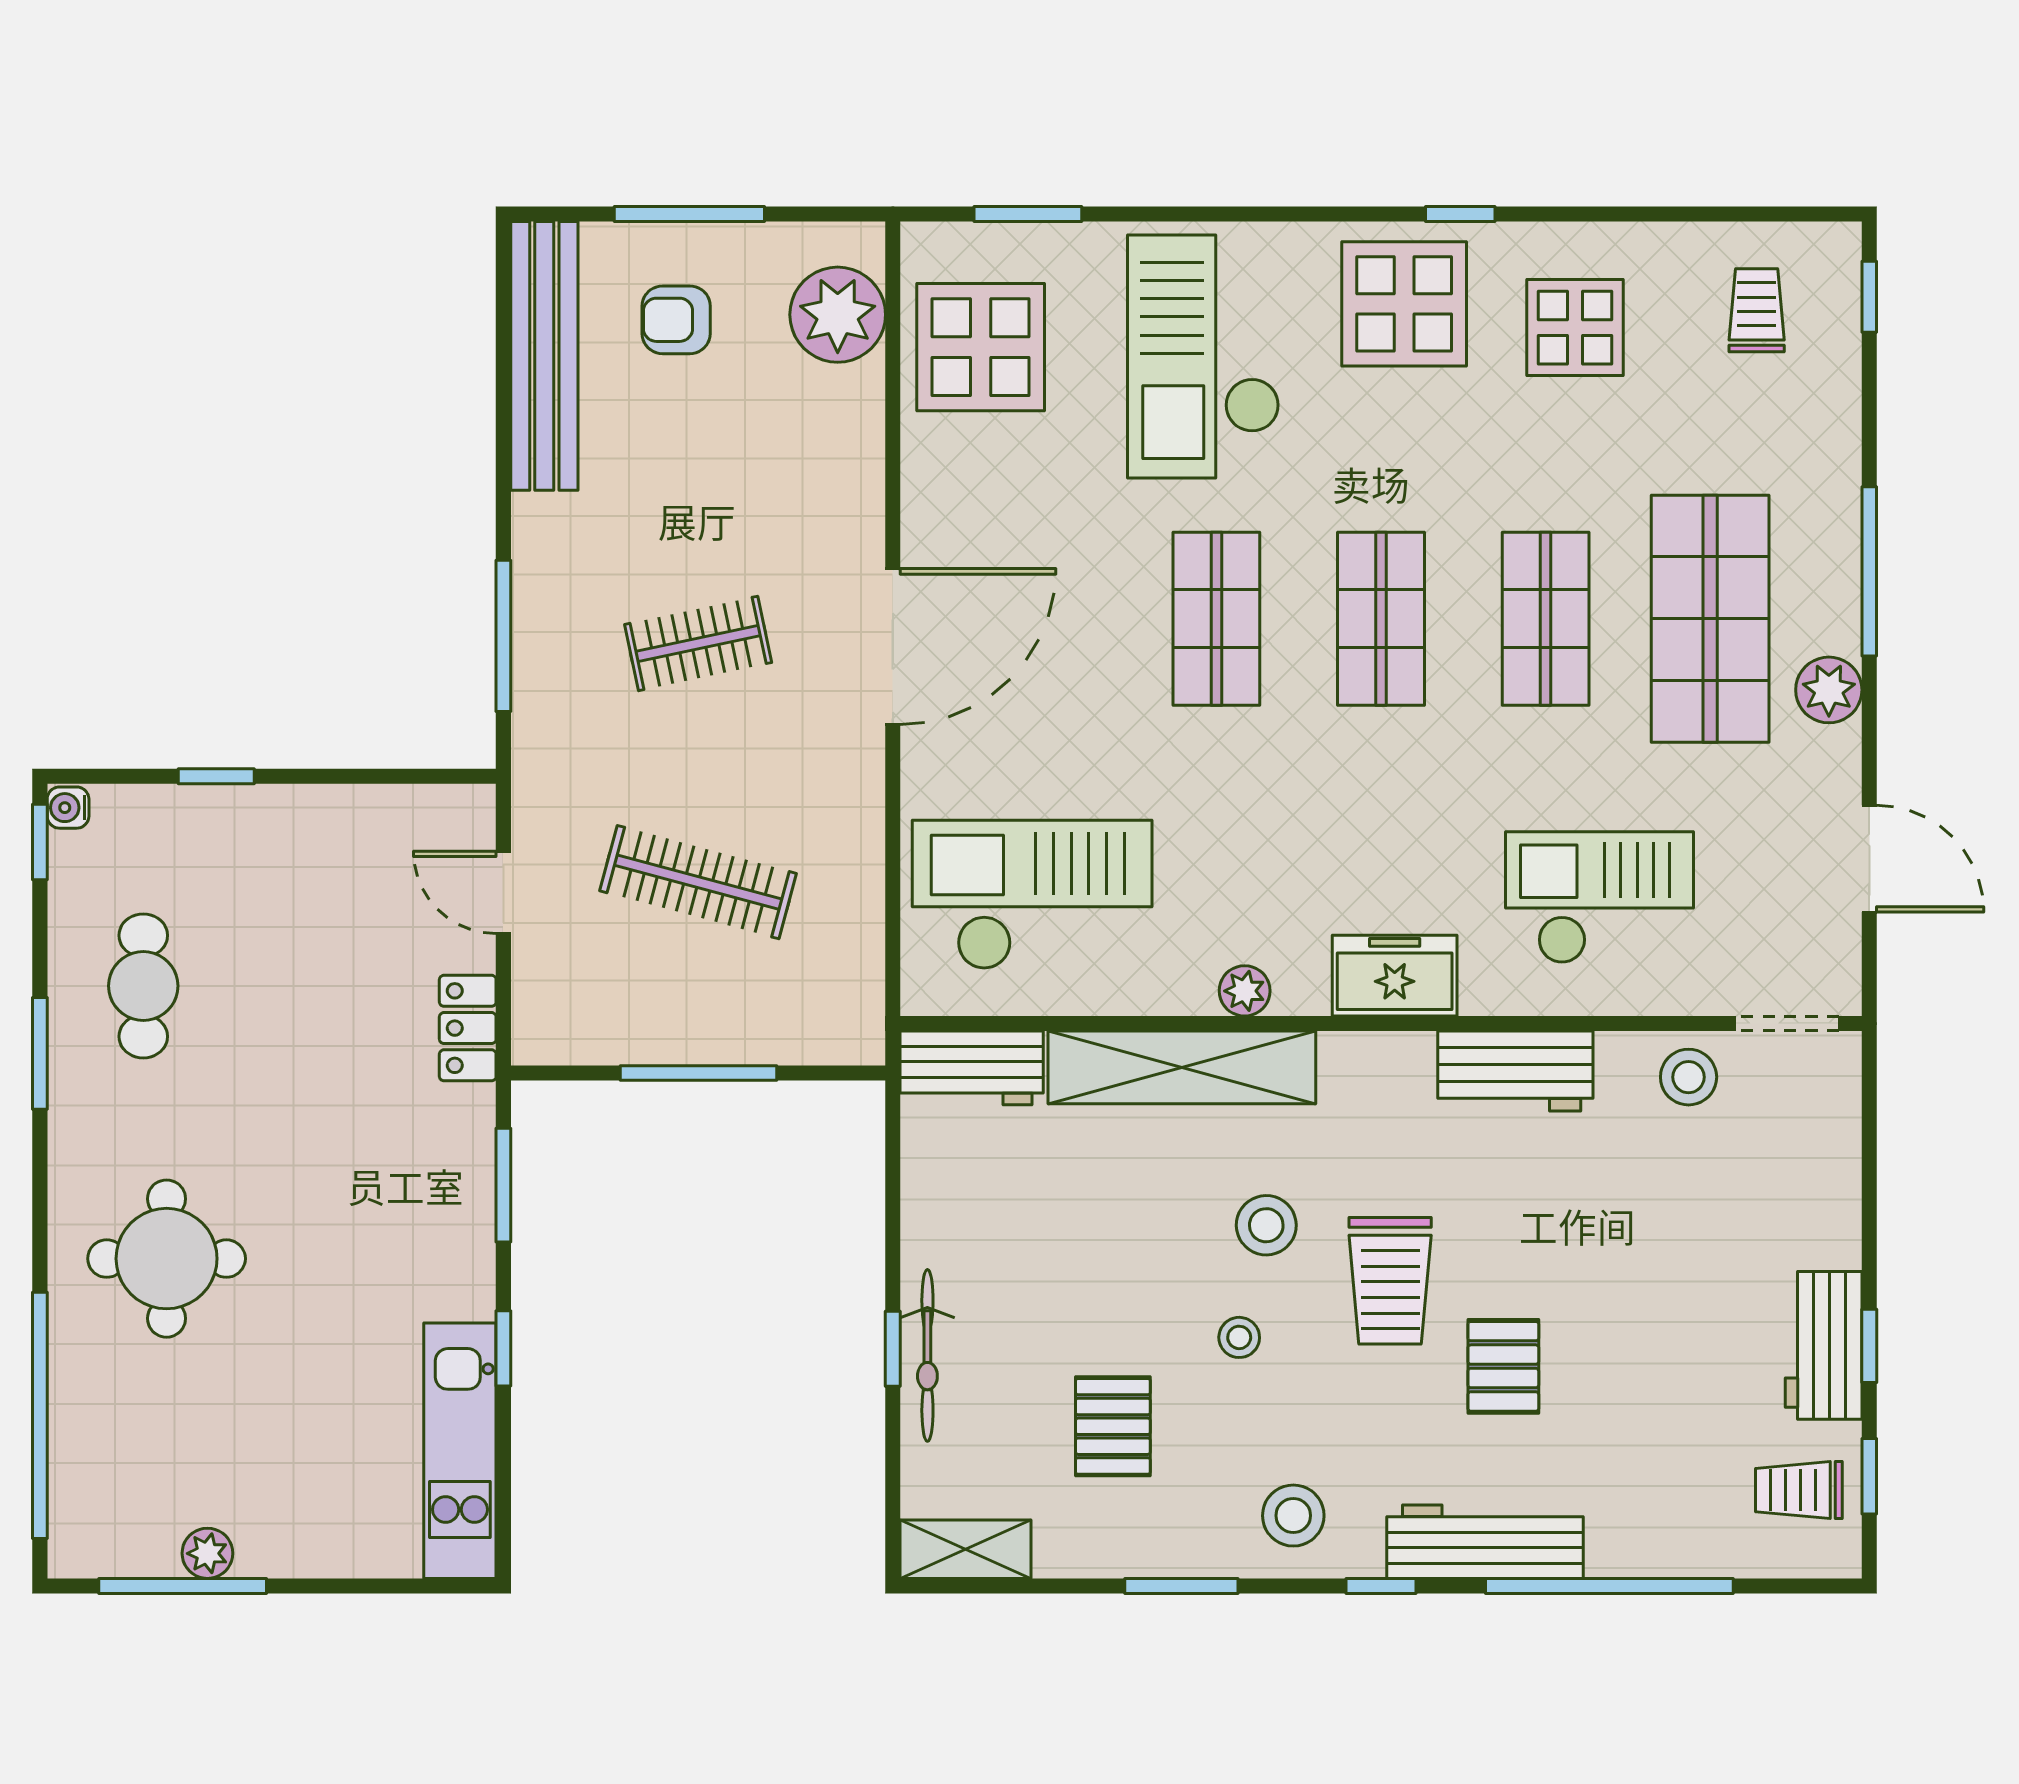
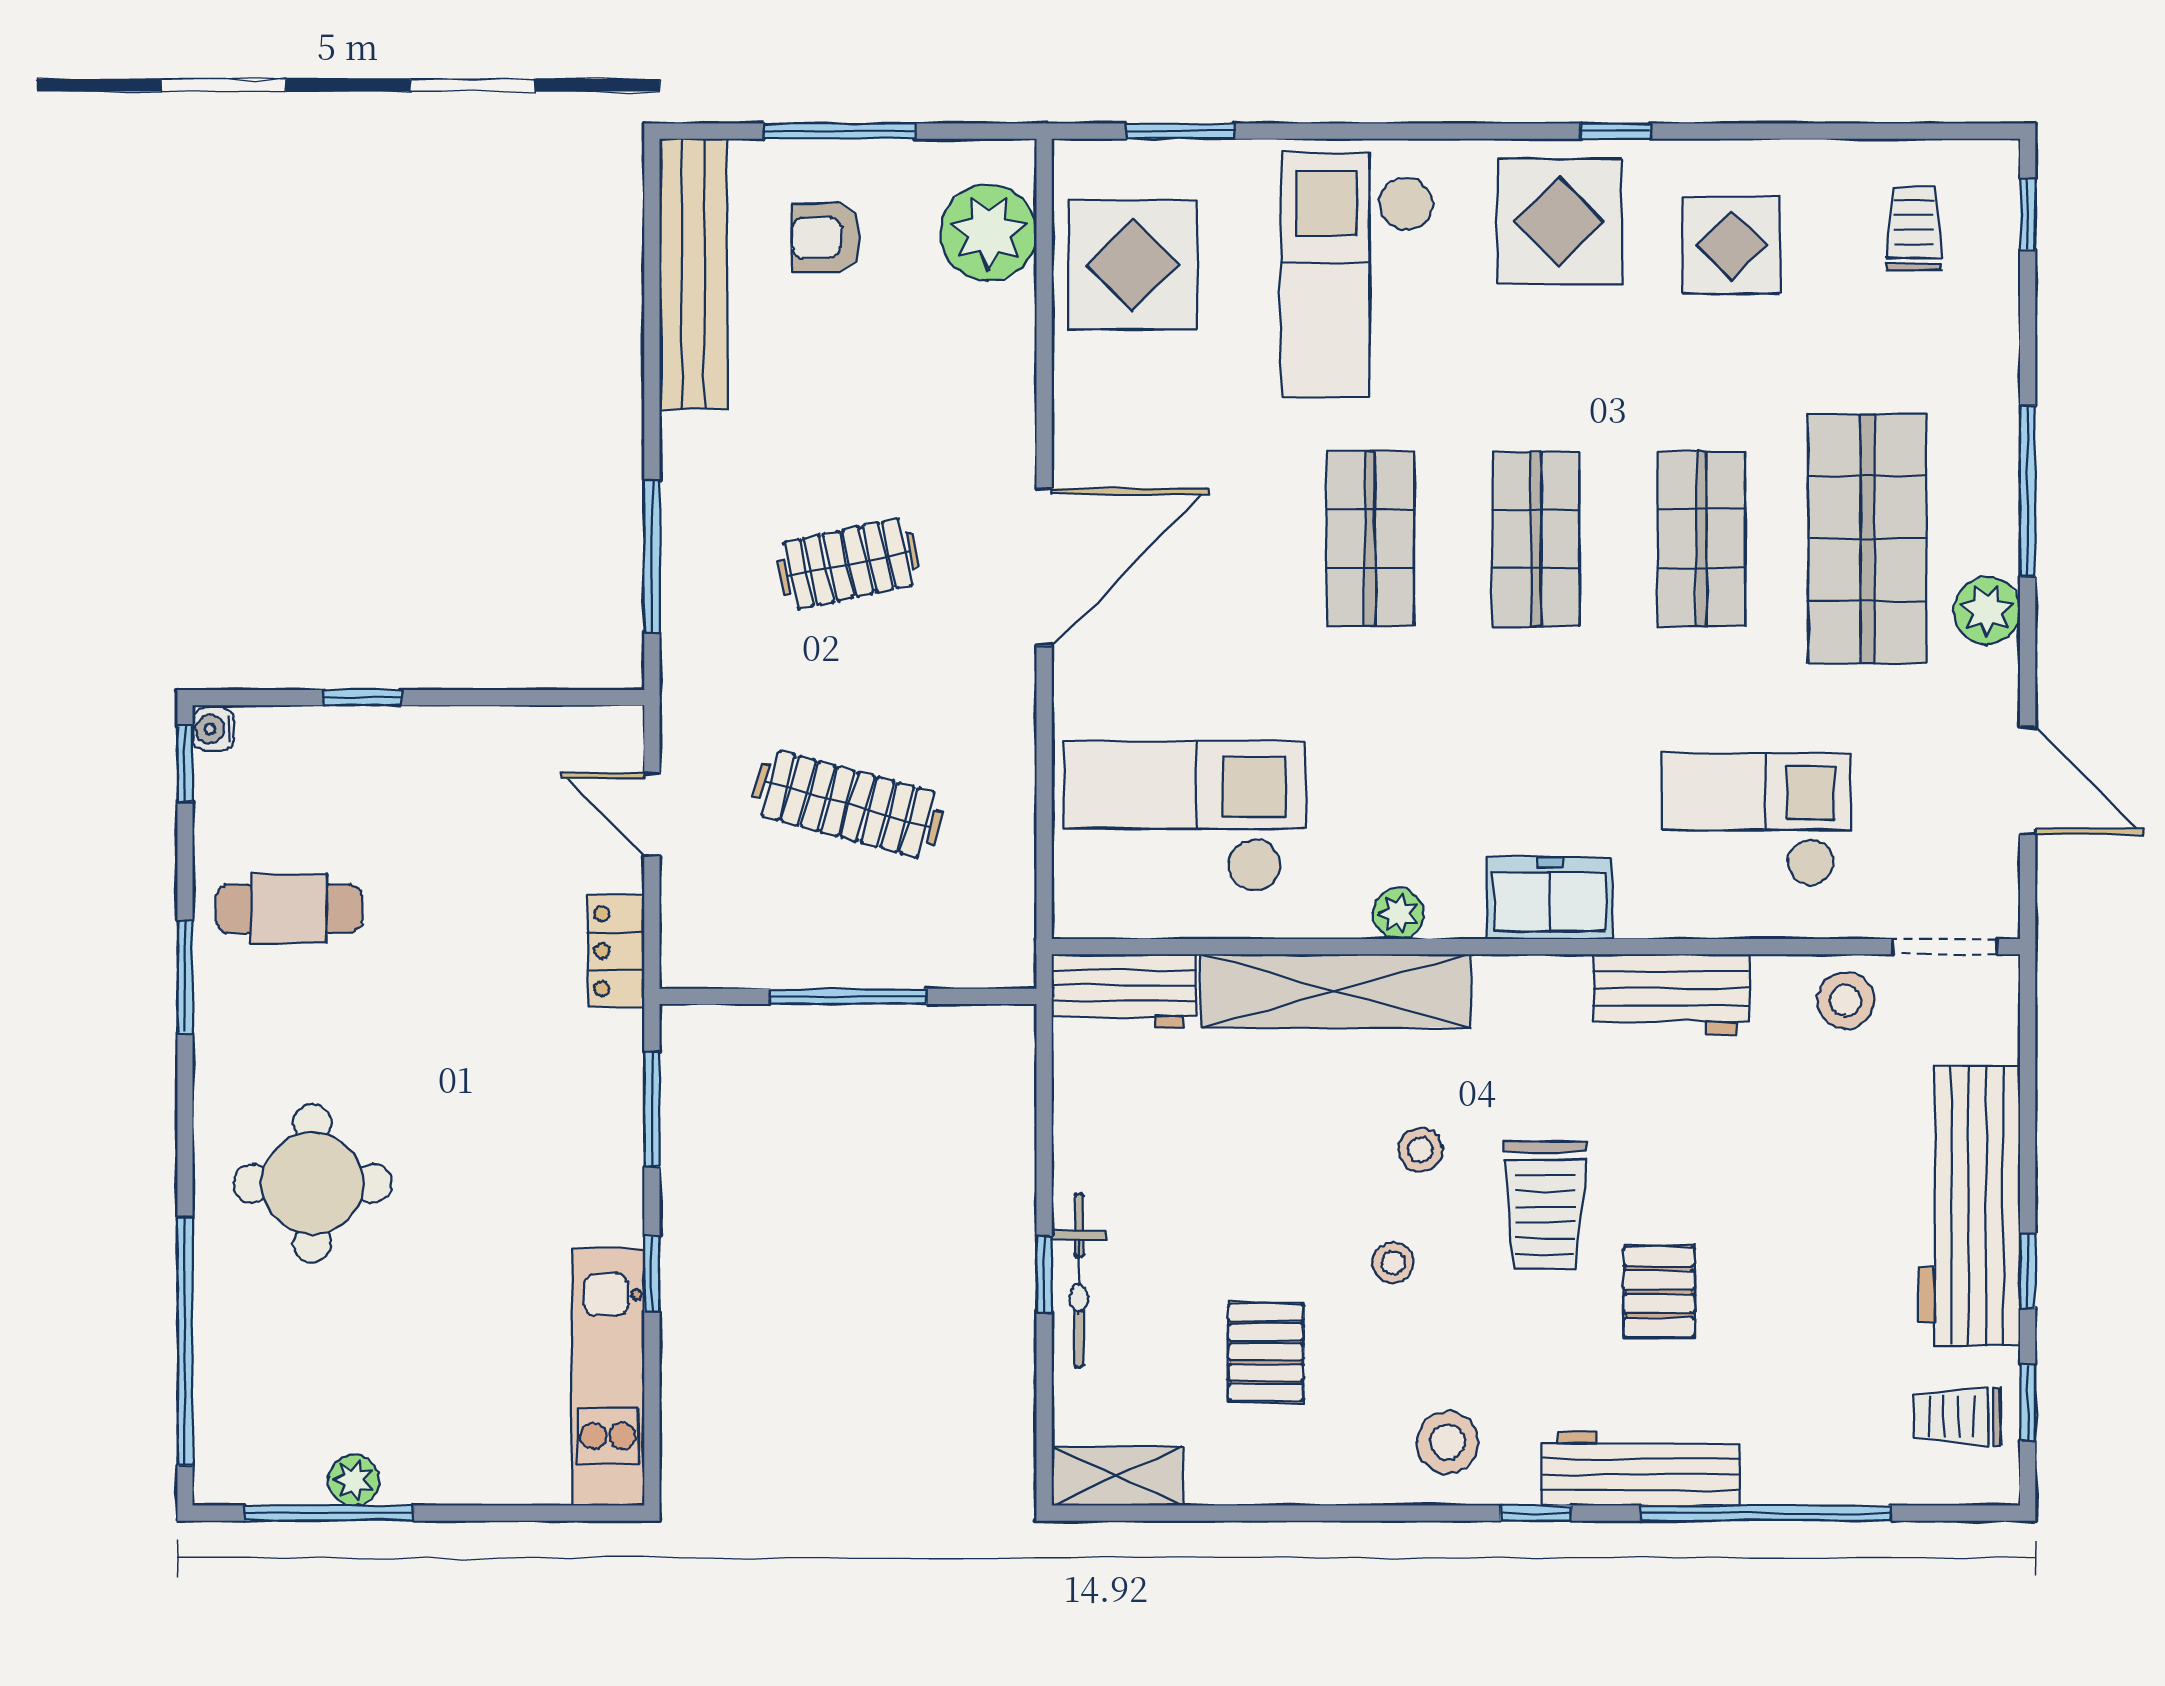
cafe table: (143, 986) -> (289, 909), turned 90
stool: (1266, 1225) -> (1420, 1150), width x0.73, depth x0.73
workbench: (1824, 1345) -> (1969, 1205), width x1.88, depth x1.32
window: (1181, 1586) -> (1335, 1513), removed

